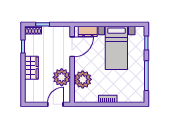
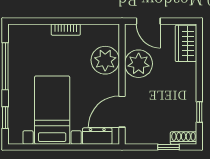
wardrobe: (31, 68) -> (186, 43), moved
door: (55, 104) -> (148, 21), hinge flipped

